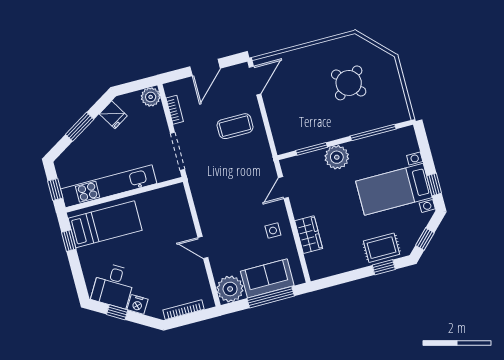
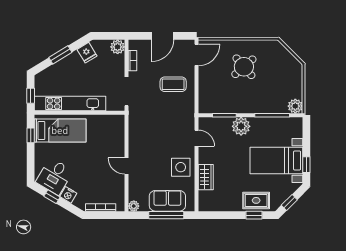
round table: (349, 83) -> (244, 67), moved
plant: (400, 113) -> (295, 106), added
door: (283, 188) -> (196, 138), swing flipped
side table: (273, 231) -> (181, 167), width x1.87, depth x1.87
plant: (230, 289) -> (134, 206), width x0.53, depth x0.53

